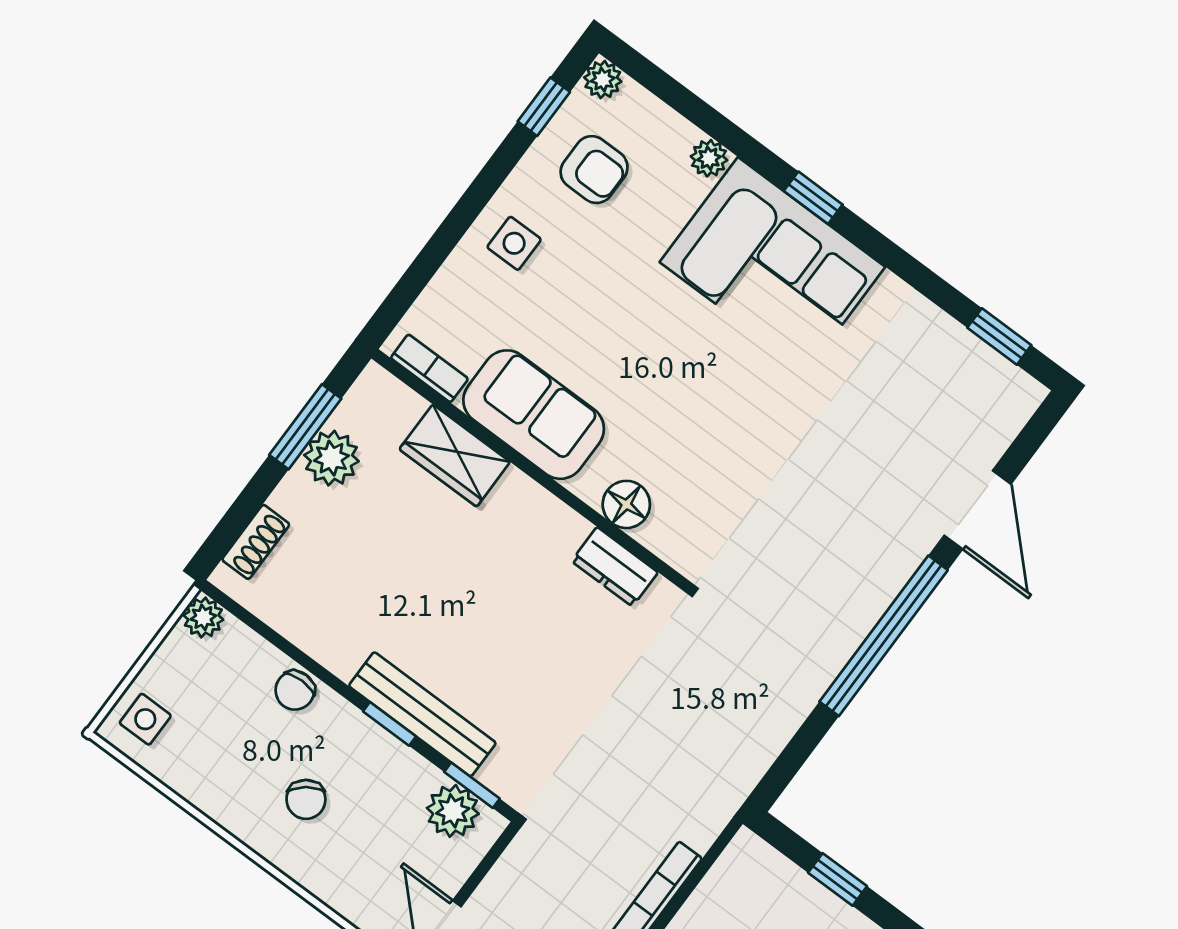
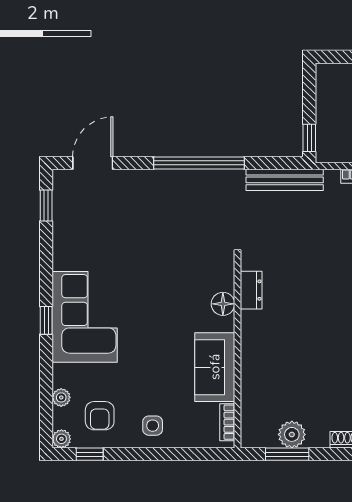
plant: (709, 158) -> (61, 397), moved
armchair: (594, 170) -> (100, 416), turned 180
wardrobe: (455, 456) -> (254, 386), removed
door: (978, 510) -> (93, 163), moved
bench: (753, 754) -> (285, 180), added
window: (838, 879) -> (309, 138), moved

